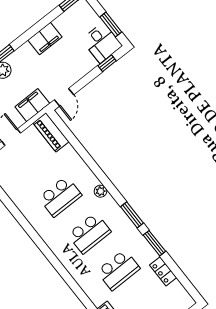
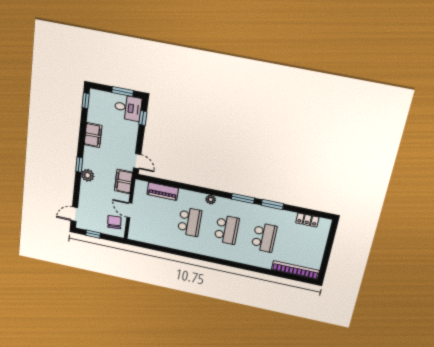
piano: (51, 132) -> (163, 191), moved
locker: (163, 271) -> (307, 220), moved

